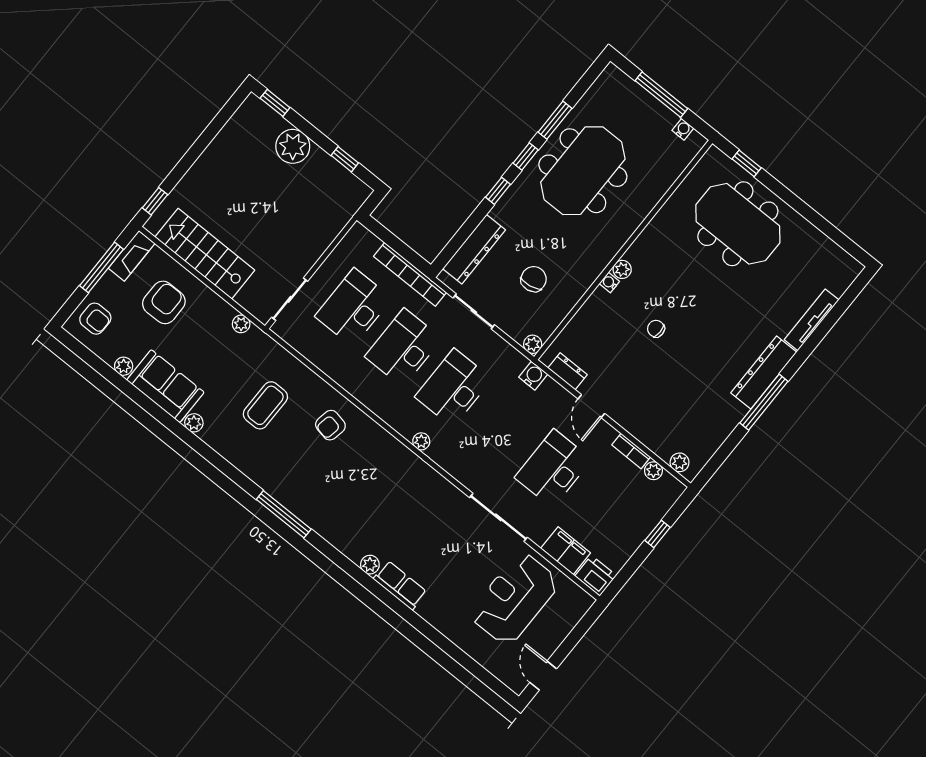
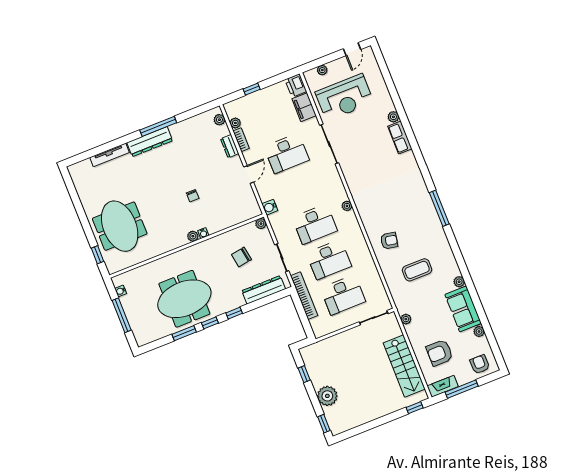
dresser: (567, 371) -> (230, 146), moved
plant: (370, 565) -> (393, 117), moved
plant: (570, 620) -> (322, 70), added

